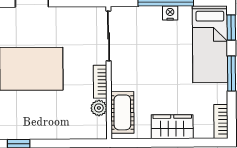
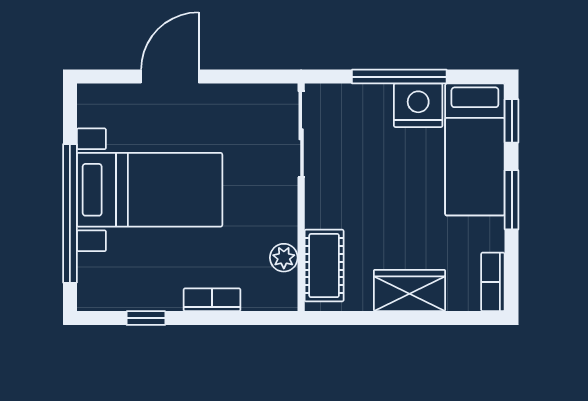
nightstand: (170, 13) -> (418, 105), width x1.89, depth x1.79
bookcase: (100, 82) -> (212, 300), moved, turned 90

